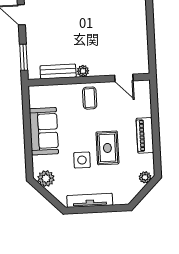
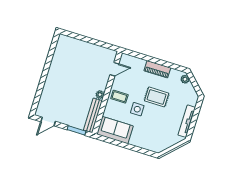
bench: (58, 71) -> (93, 115), width x1.36
sofa: (44, 131) -> (115, 130), moved
side table: (82, 160) -> (137, 109), moved
plant: (46, 179) -> (162, 145), removed

